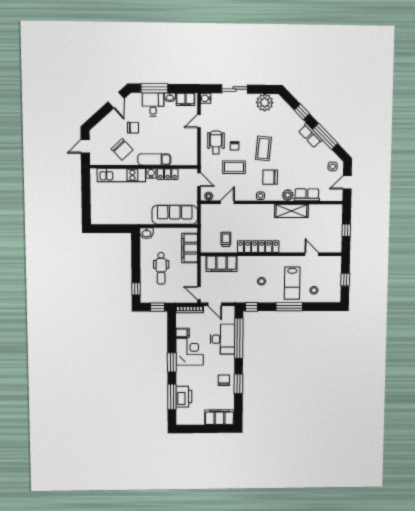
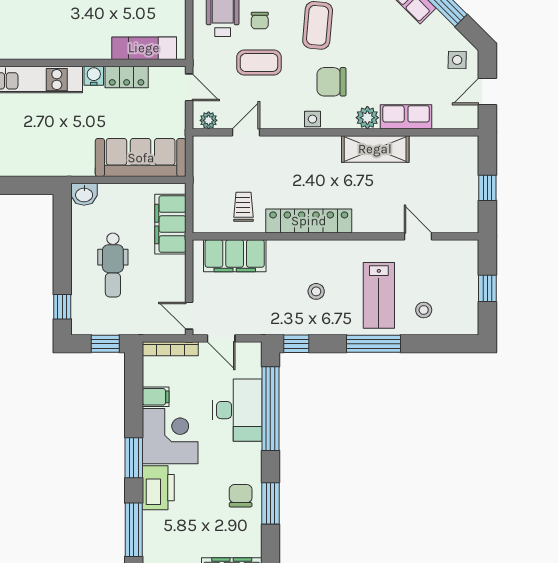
chair: (122, 149) -> (37, 29), removed
exam couch: (154, 159) -> (144, 48), moved
printer: (184, 397) -> (158, 488), moved

